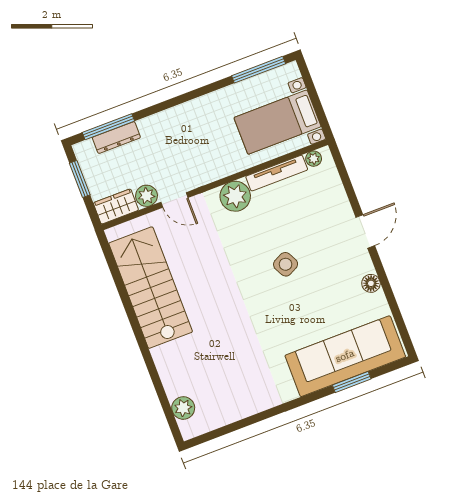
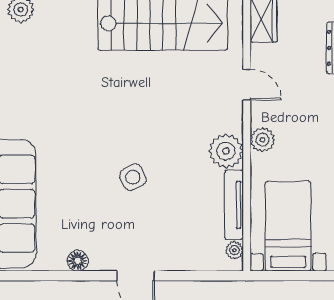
plant: (146, 196) -> (263, 140), moved
door: (174, 200) -> (247, 85), swing flipped

